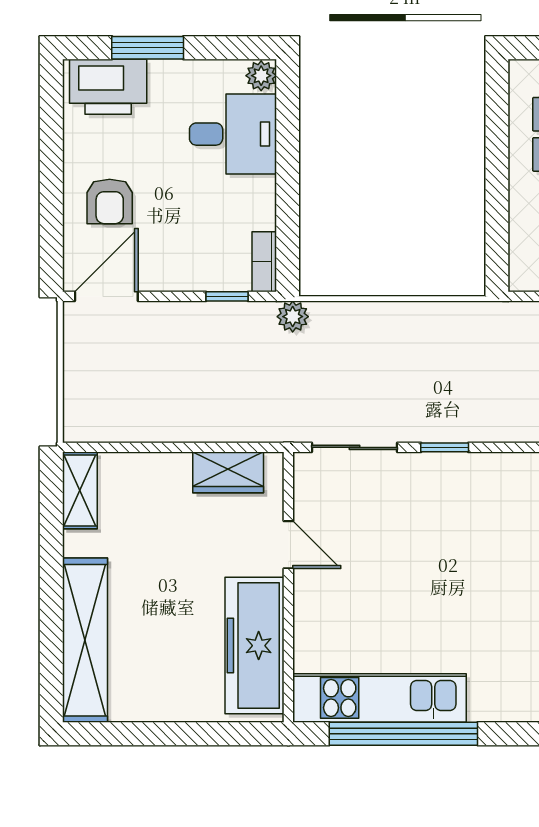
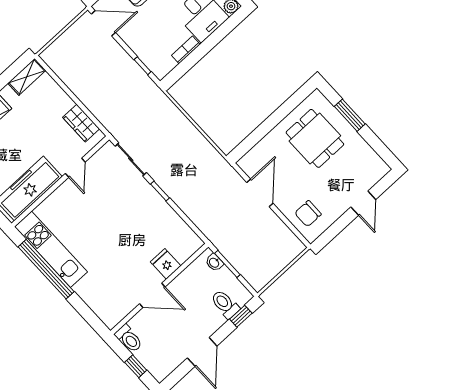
bookcase: (264, 262) -> (186, 50), moved
plant: (293, 317) -> (157, 95), removed

